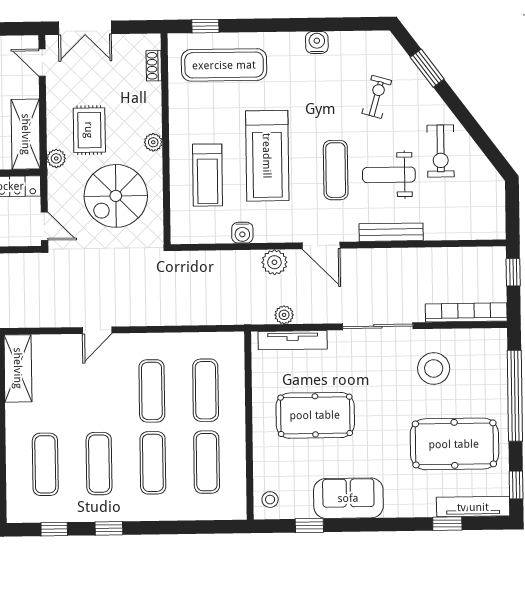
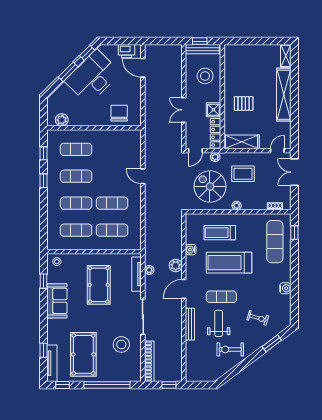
plant: (56, 158) -> (215, 157), moved
shelving: (18, 368) -> (124, 136), removed

